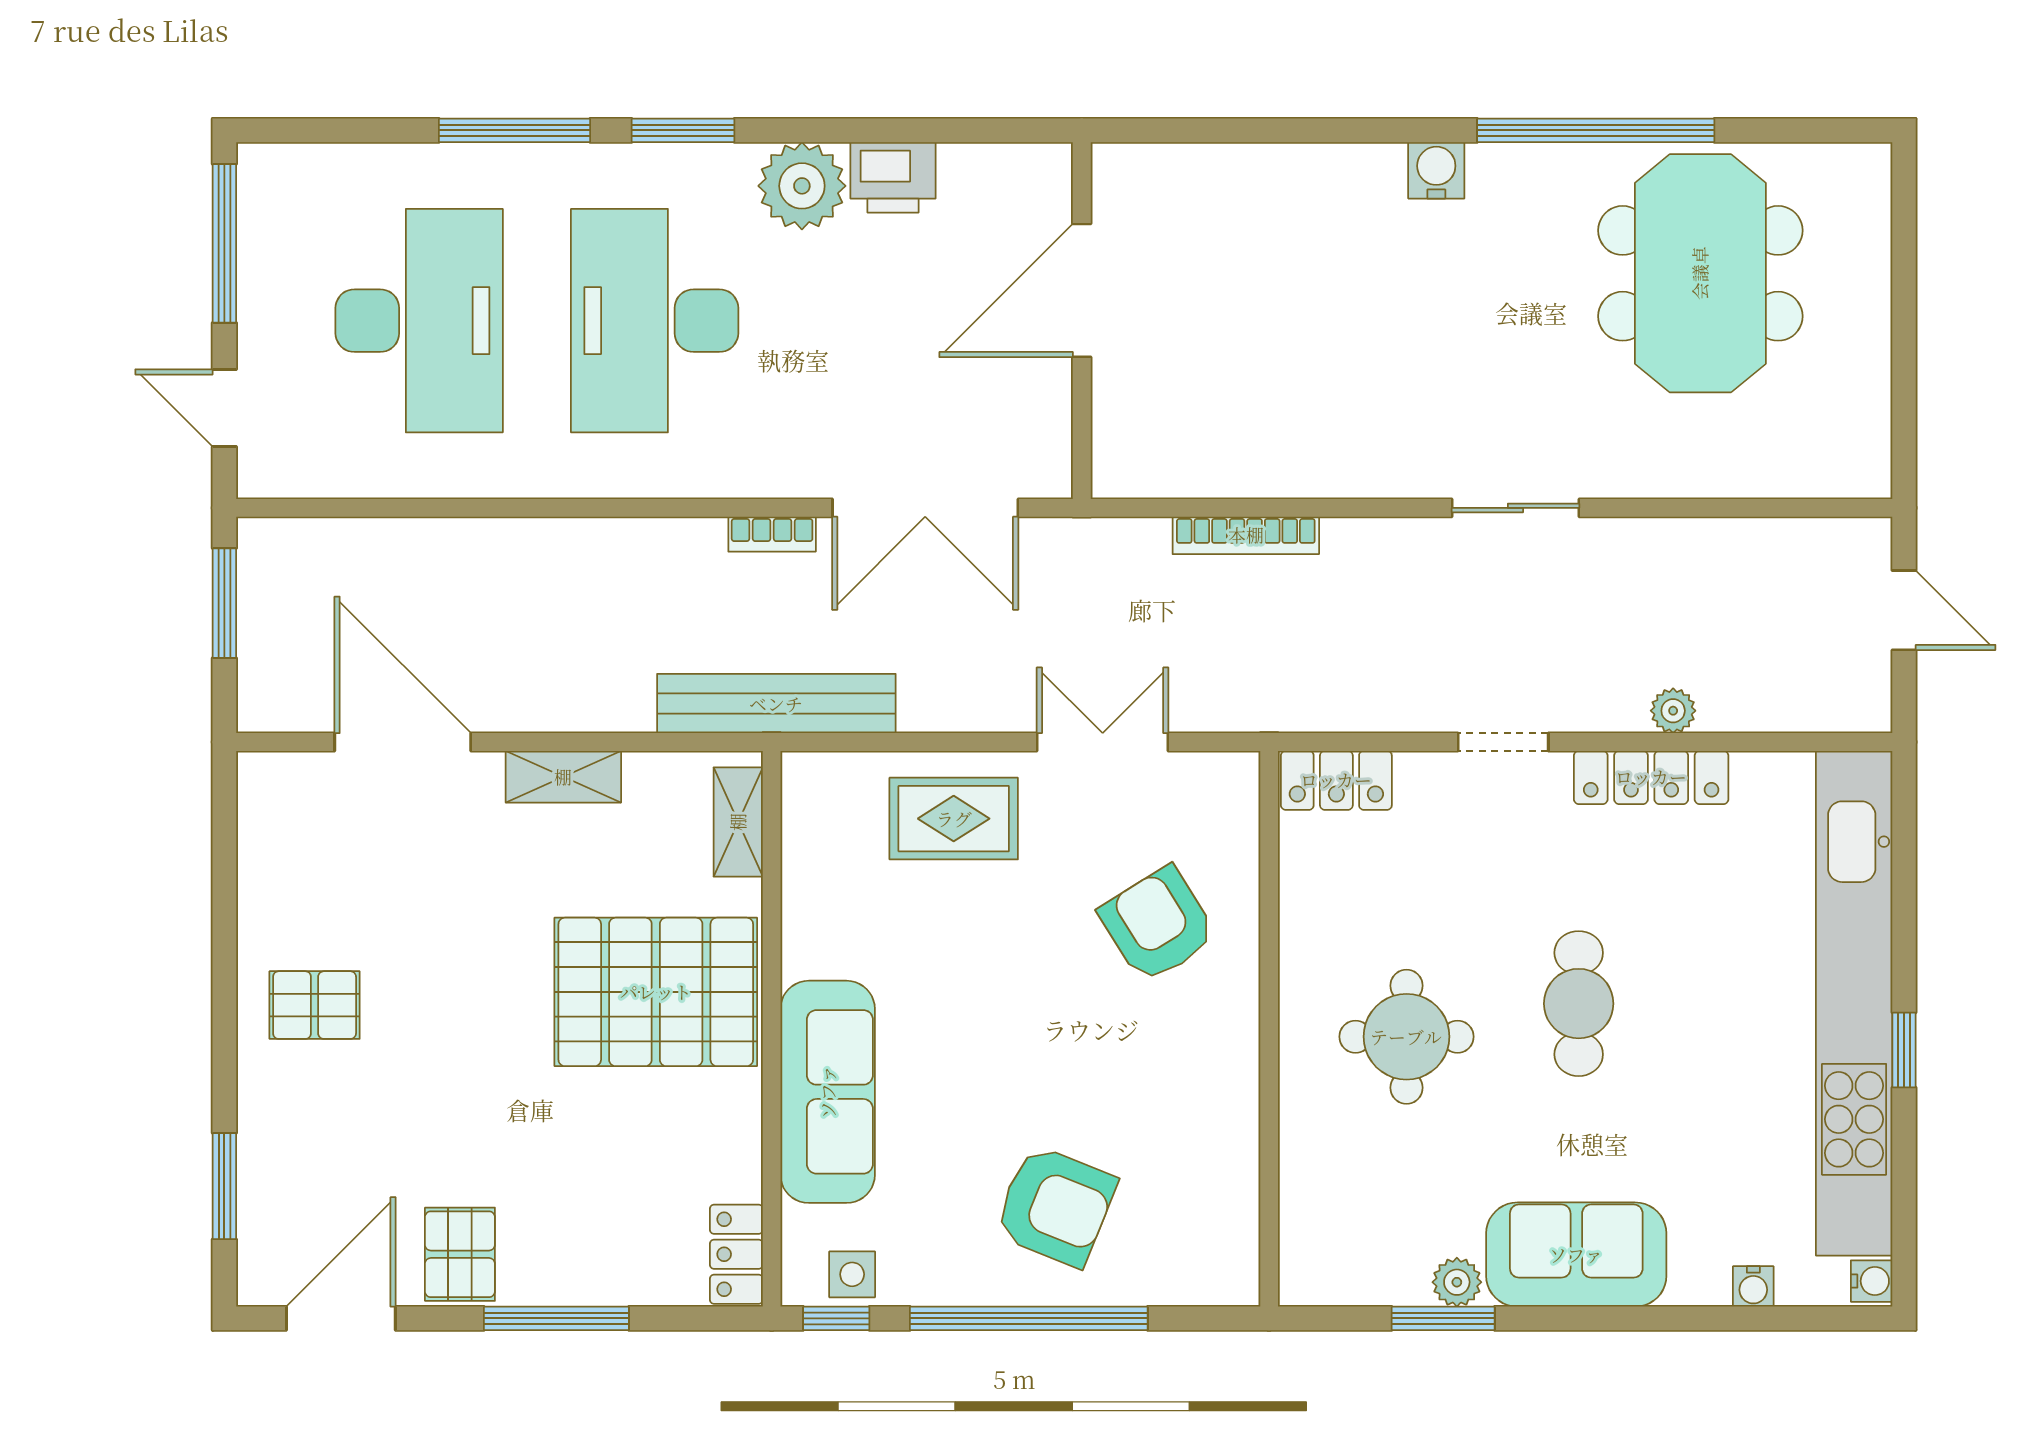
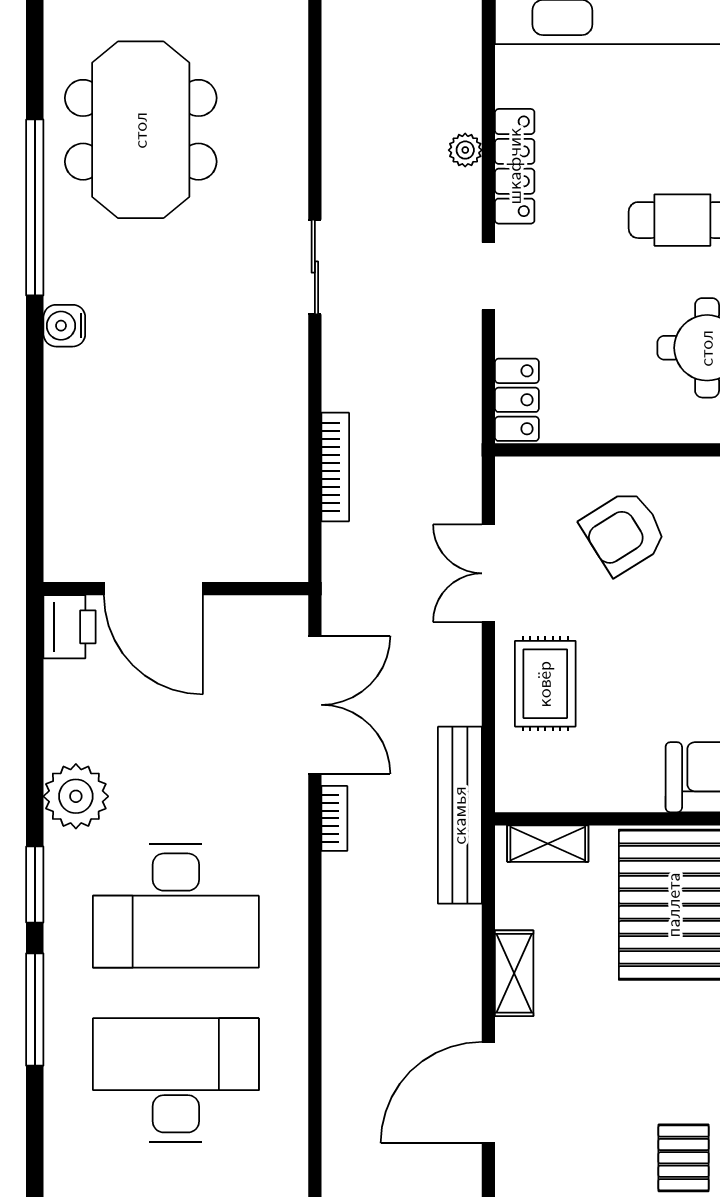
printer: (893, 177) -> (70, 627), moved
meeting table: (1700, 273) -> (141, 130), turned 90

